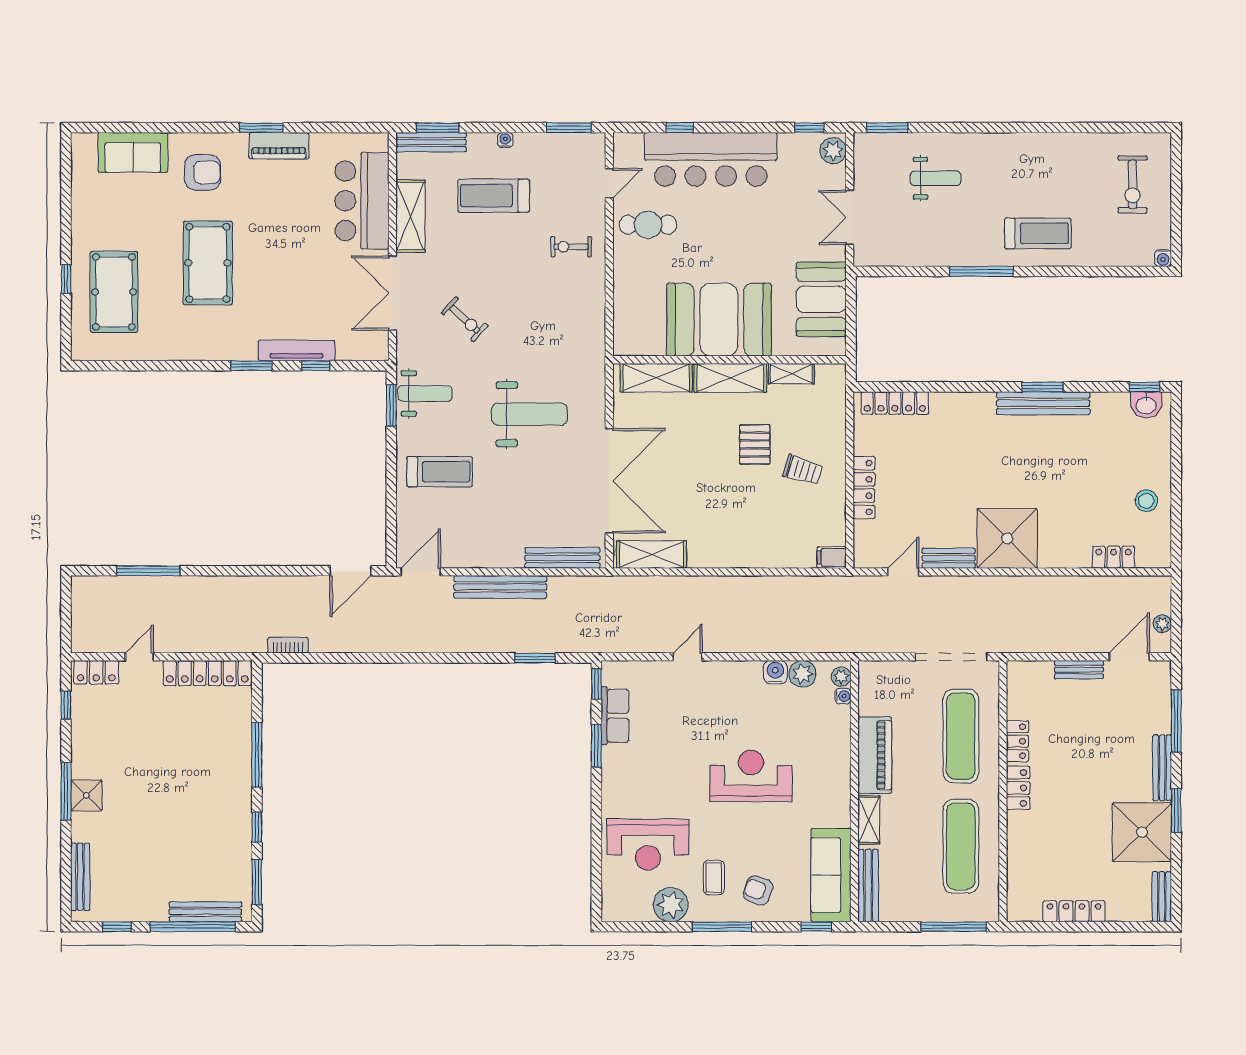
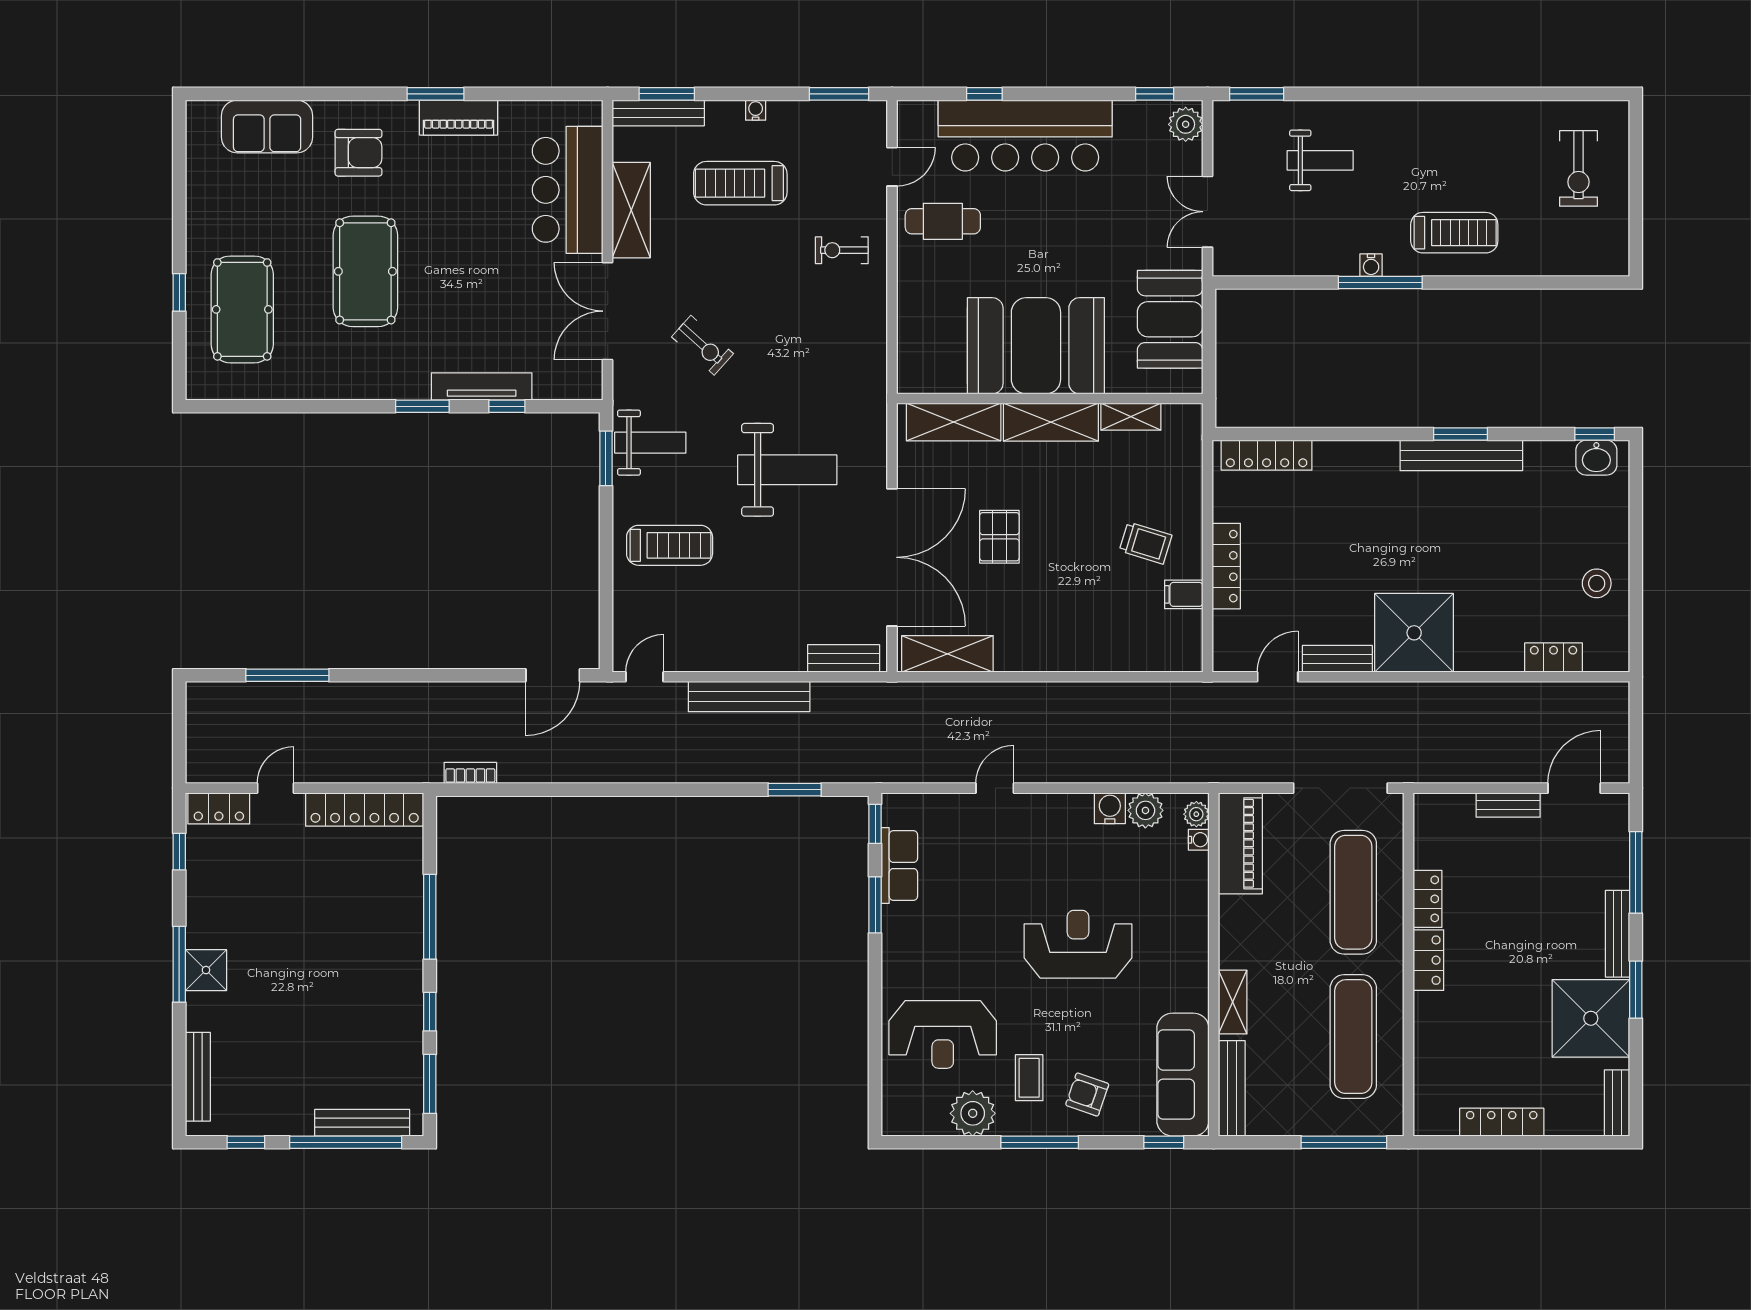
water cooler: (1163, 258) -> (1371, 265), moved
pallet: (755, 444) -> (999, 537), moved
filing cabinet: (832, 557) -> (1184, 594), moved
bench: (562, 558) -> (844, 658), width x0.73
door: (421, 572) -> (645, 677), width x0.73
plant: (1162, 624) -> (1618, 745), removed
piano: (875, 755) -> (1240, 843), moved

